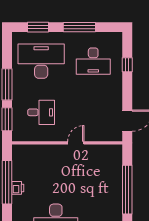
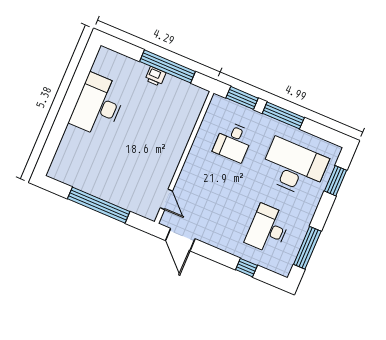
window: (79, 27) -> (307, 248), moved
desk: (41, 61) -> (294, 167), turned -90
door: (76, 143) -> (166, 199), moved

